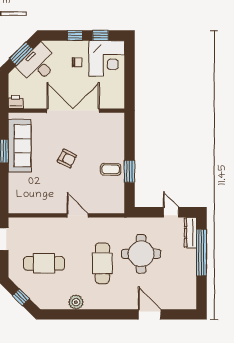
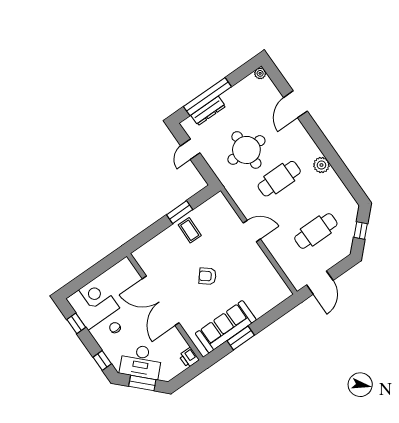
window: (75, 36) -> (102, 360), moved
armchair: (67, 159) -> (208, 276), turned -78
door: (78, 215) -> (252, 231), swing flipped
dresser: (190, 233) -> (208, 111), moved
cafe table: (44, 263) -> (316, 231), turned 90
plant: (76, 302) -> (321, 165), moved
plant: (191, 304) -> (260, 73), added

